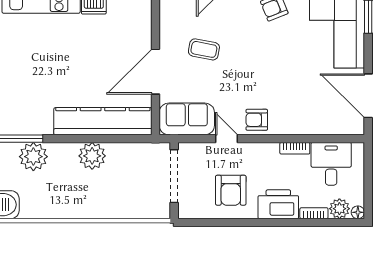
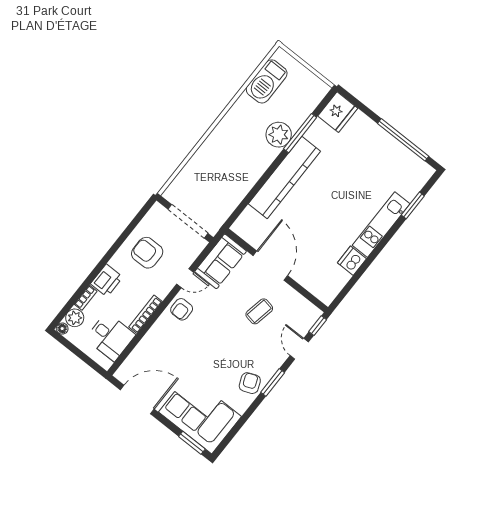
armchair: (257, 120) -> (182, 309), turned 180
kitchen counter: (103, 121) -> (284, 178), moved
bookcase: (295, 148) -> (146, 314), width x1.56
plant: (92, 156) -> (247, 176), removed
printer: (278, 204) -> (107, 280), width x0.73, depth x0.84

